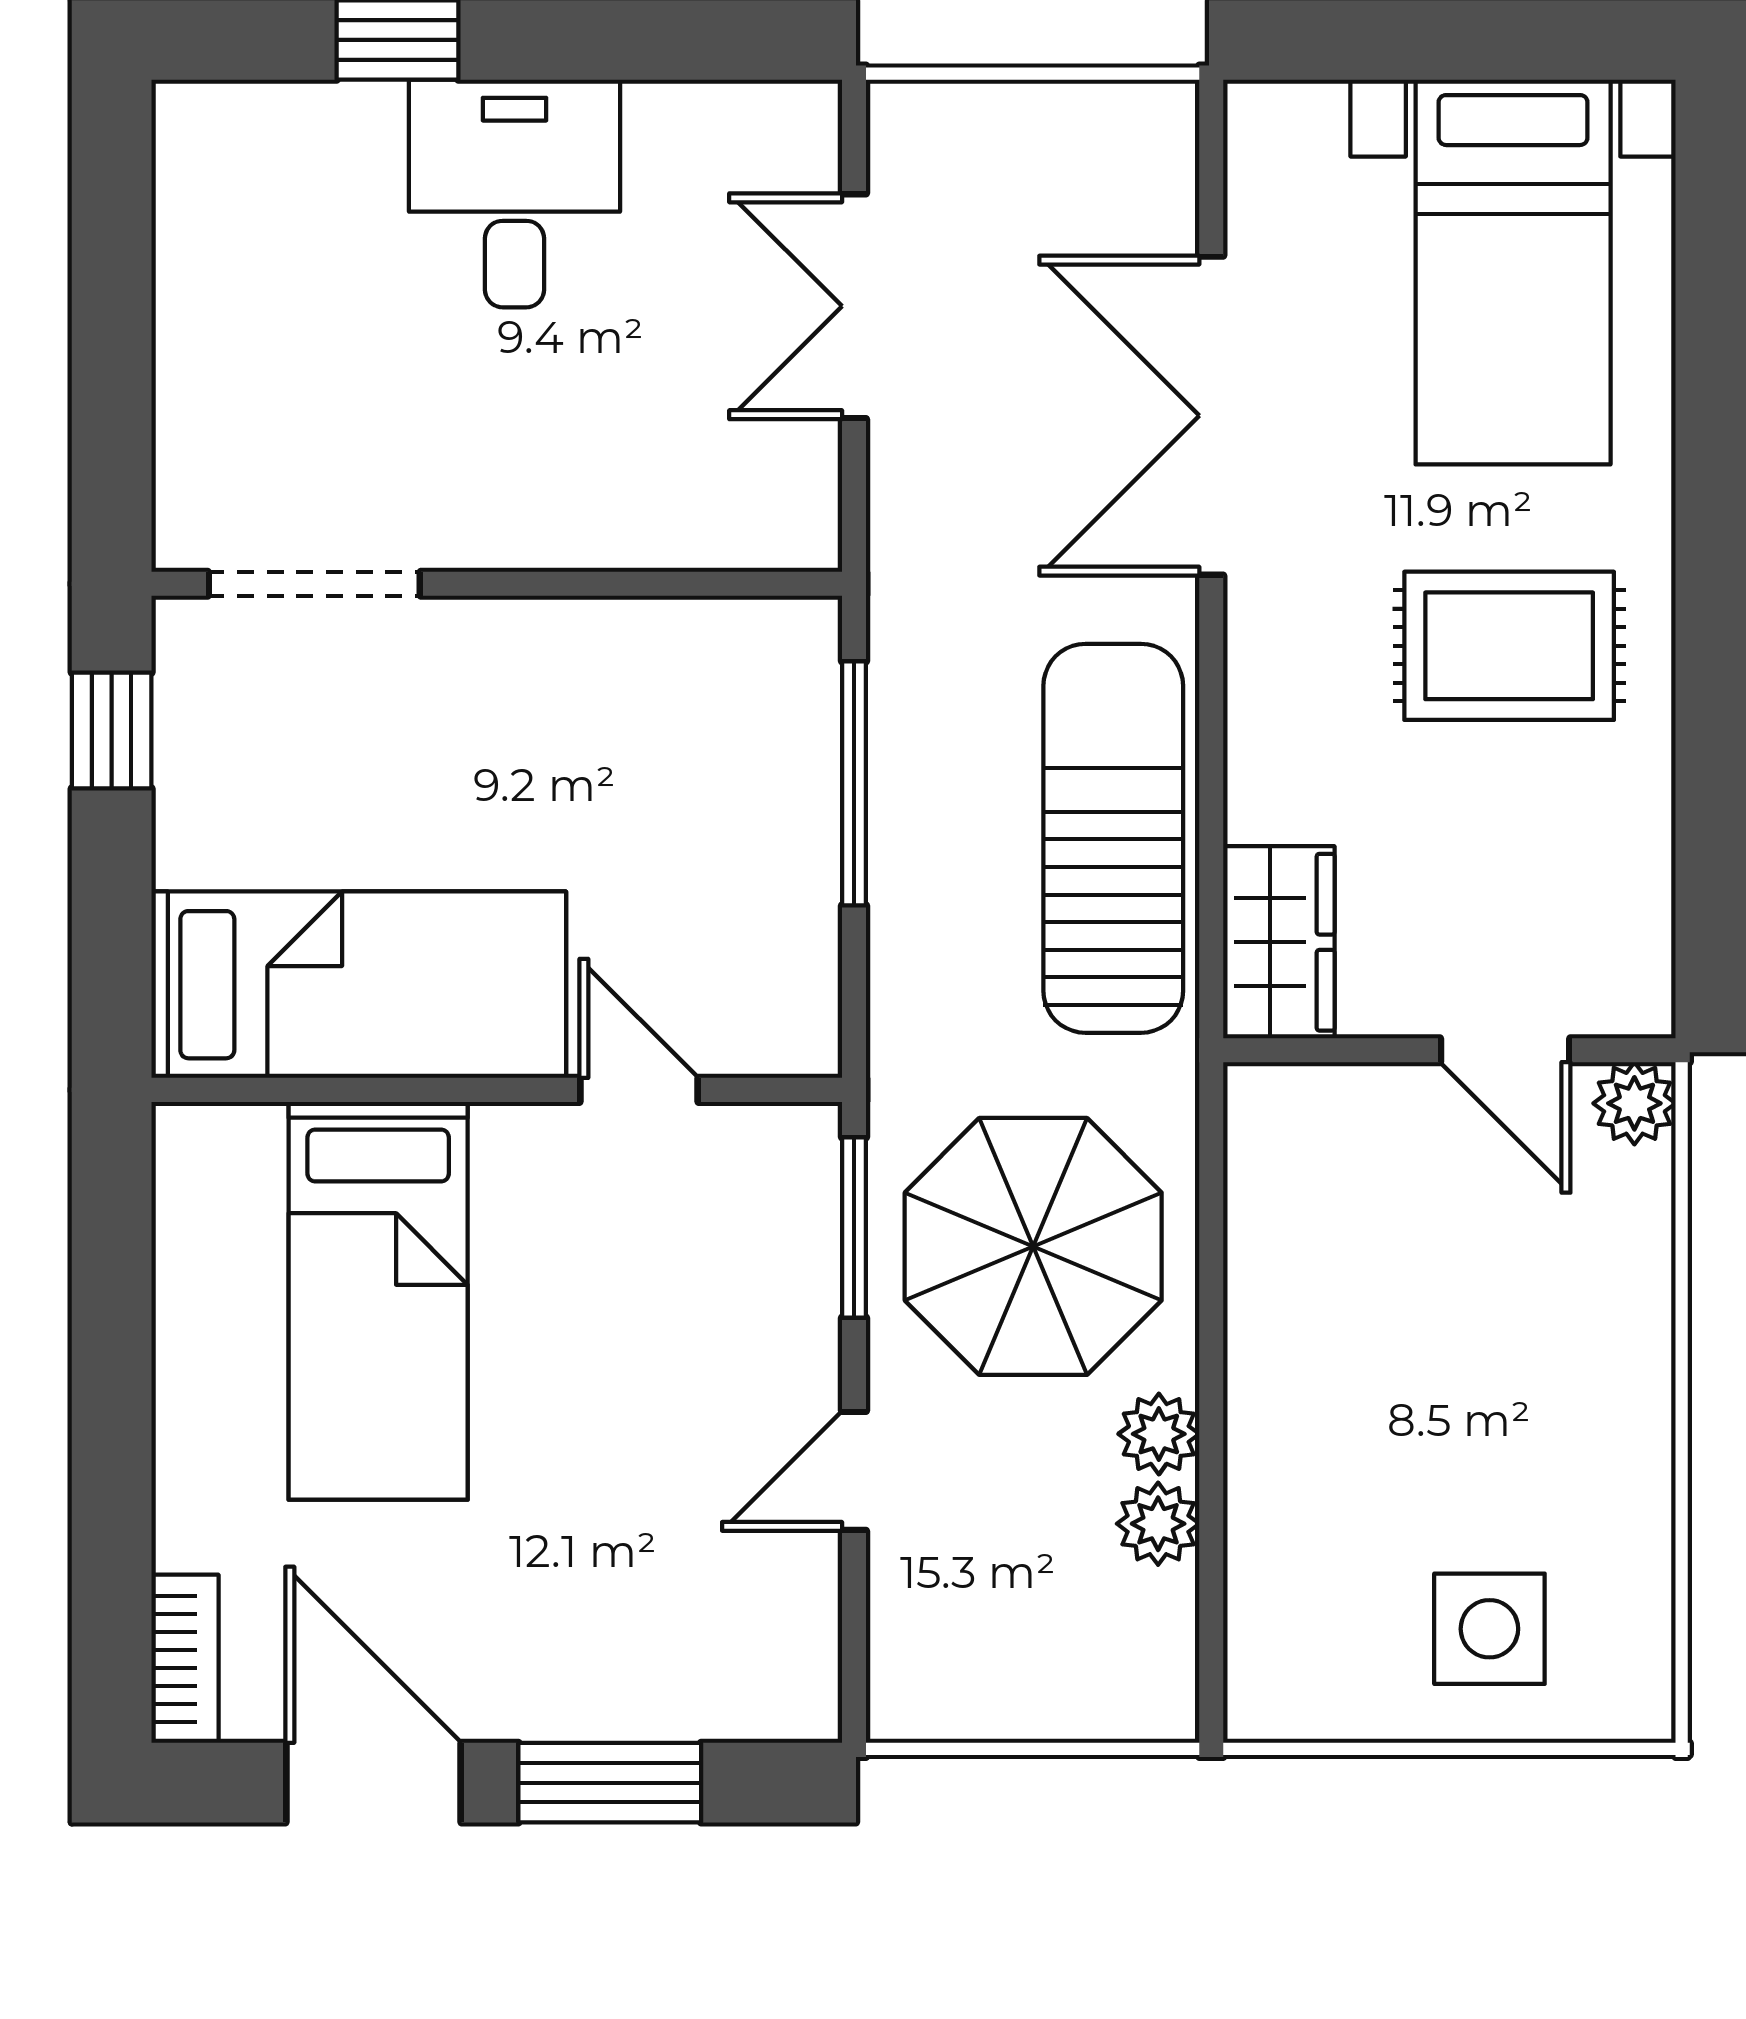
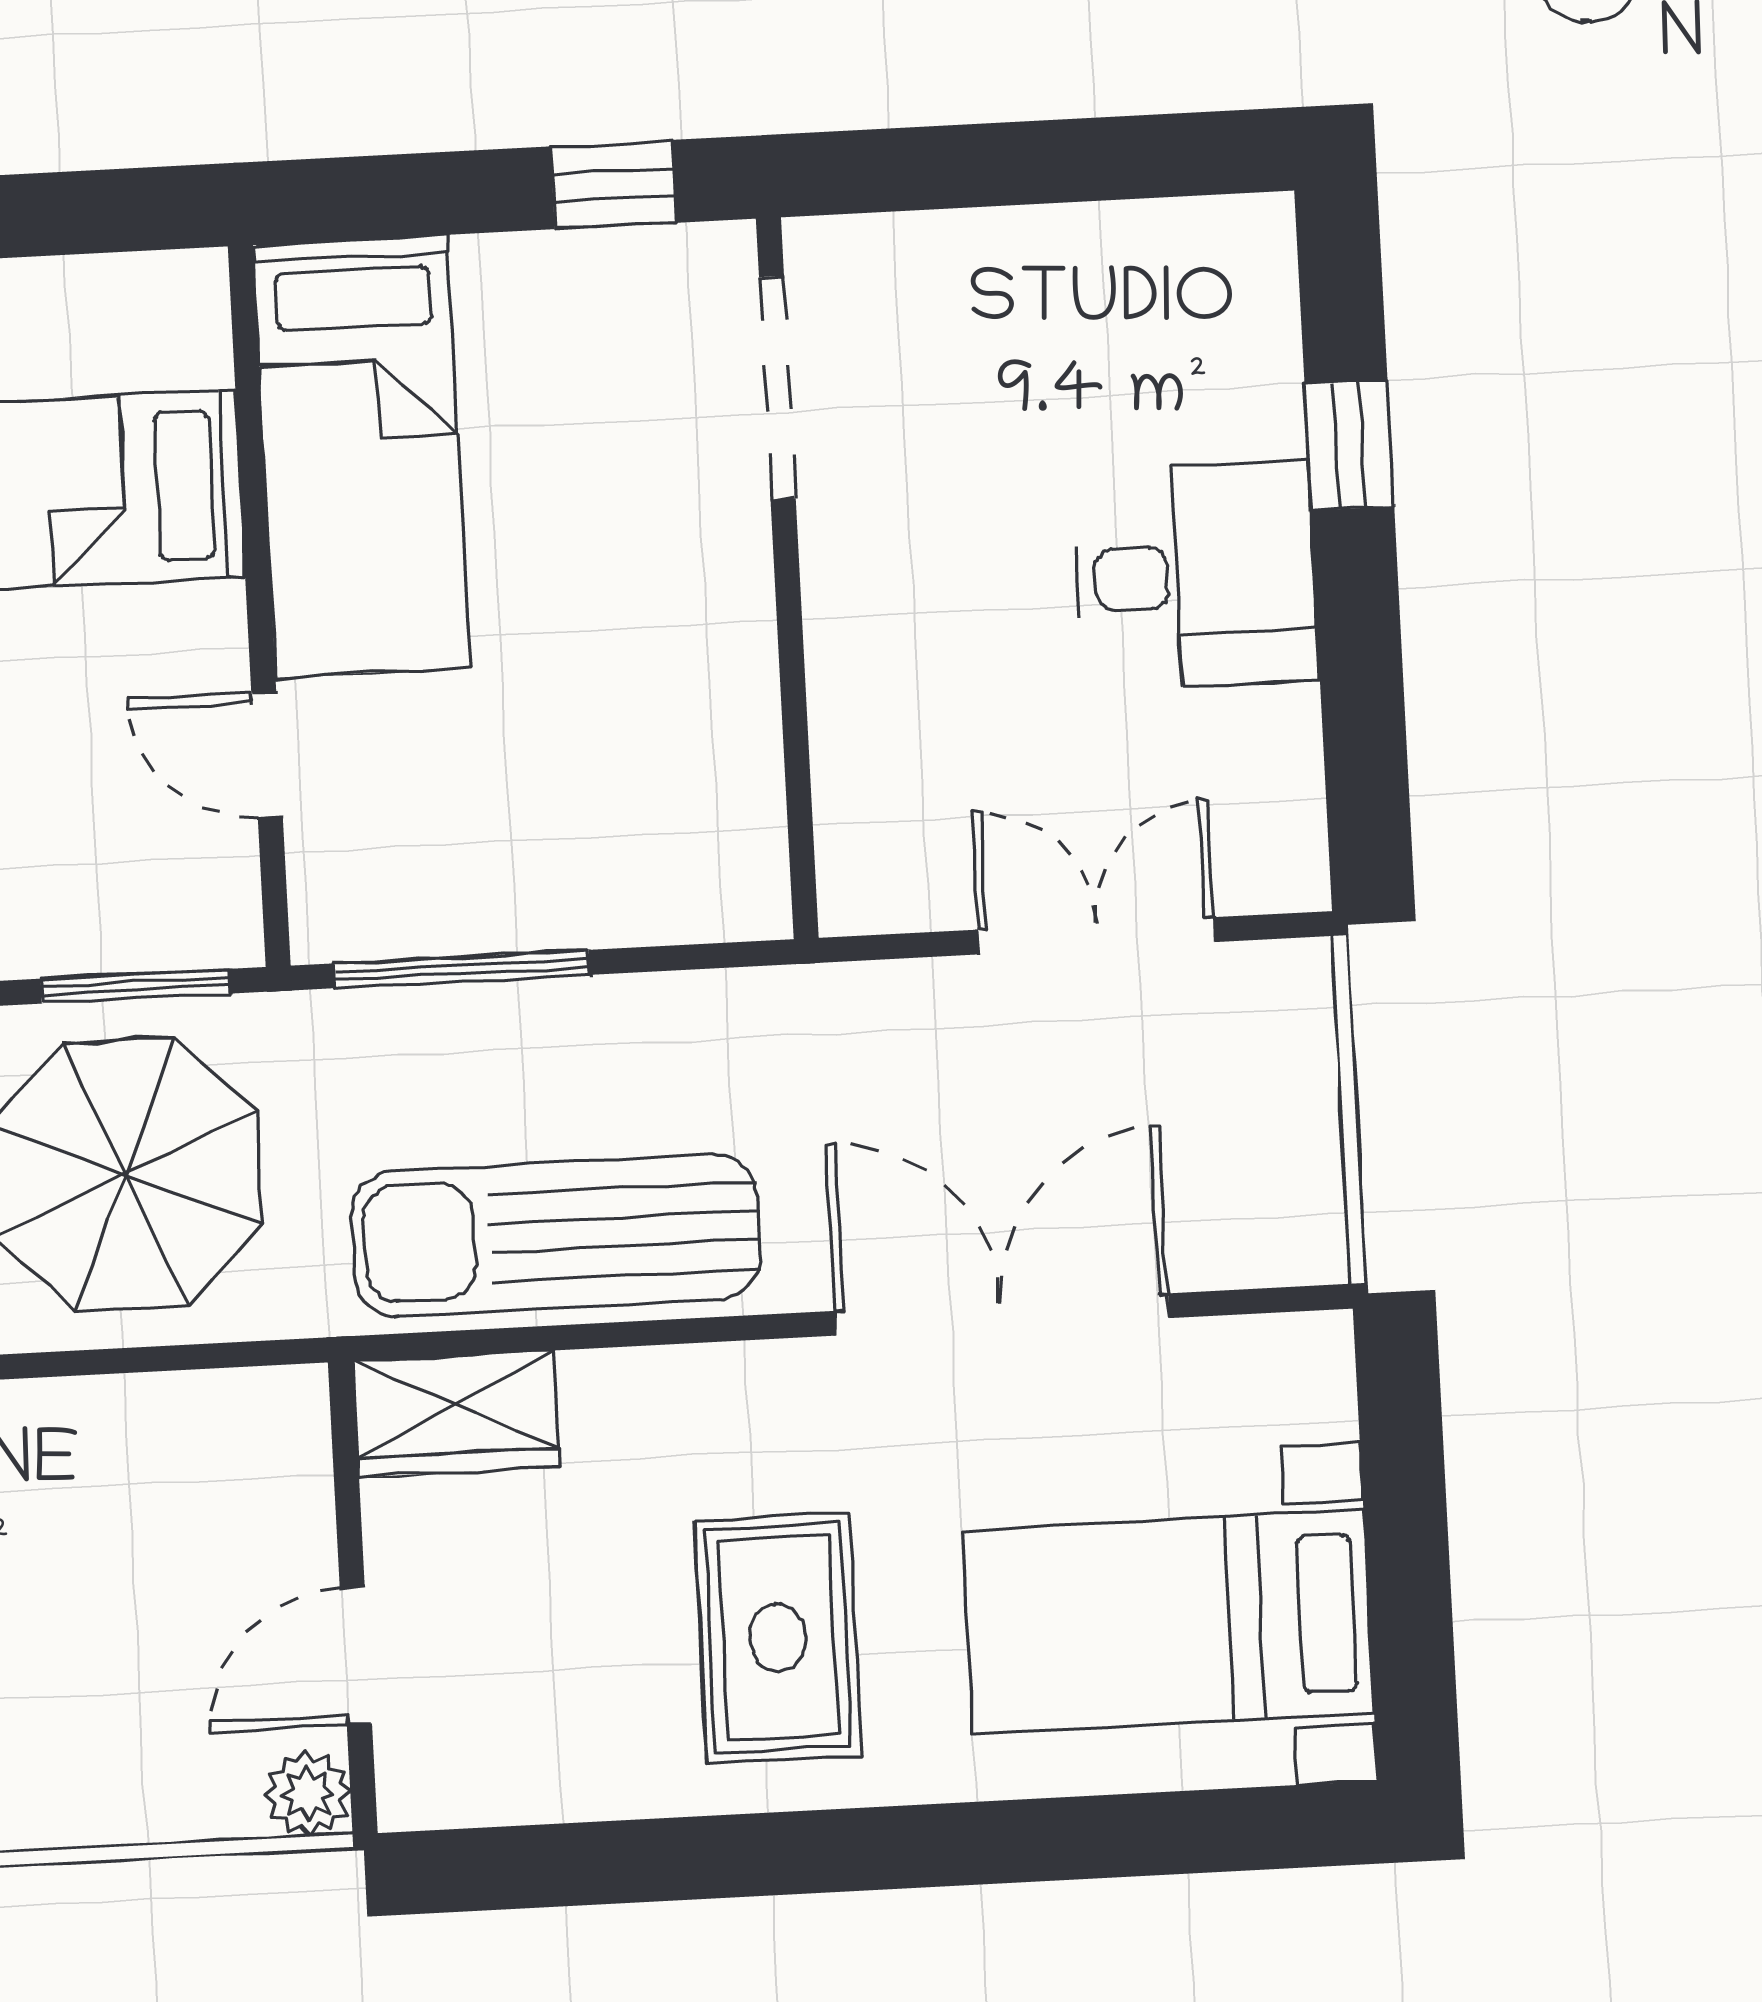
window: (854, 783) -> (462, 969), moved
sun lounger: (1113, 838) -> (555, 1235), turned 180
door: (639, 1090) -> (267, 754), swing flipped

